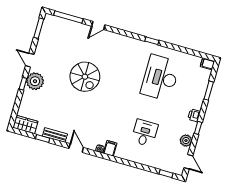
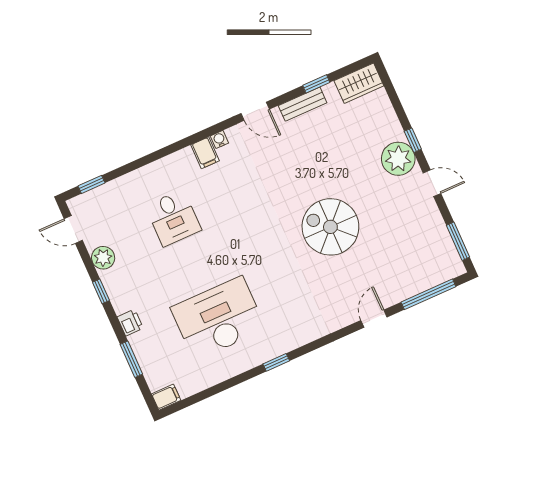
desk: (160, 78) -> (218, 318), turned -90
printer: (194, 115) -> (130, 323), moved

